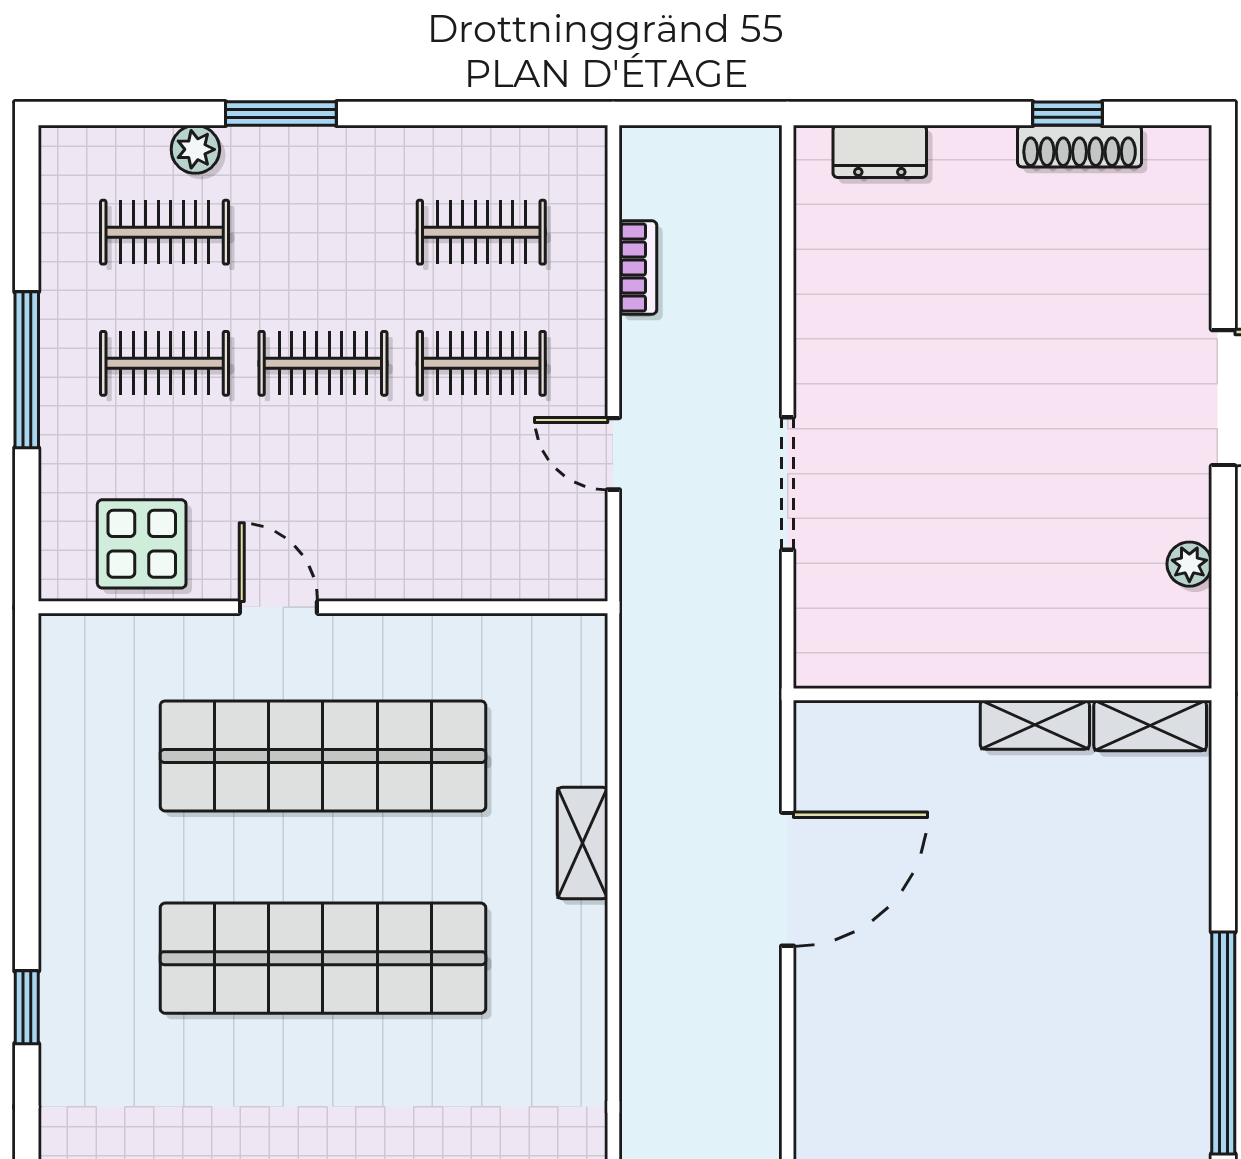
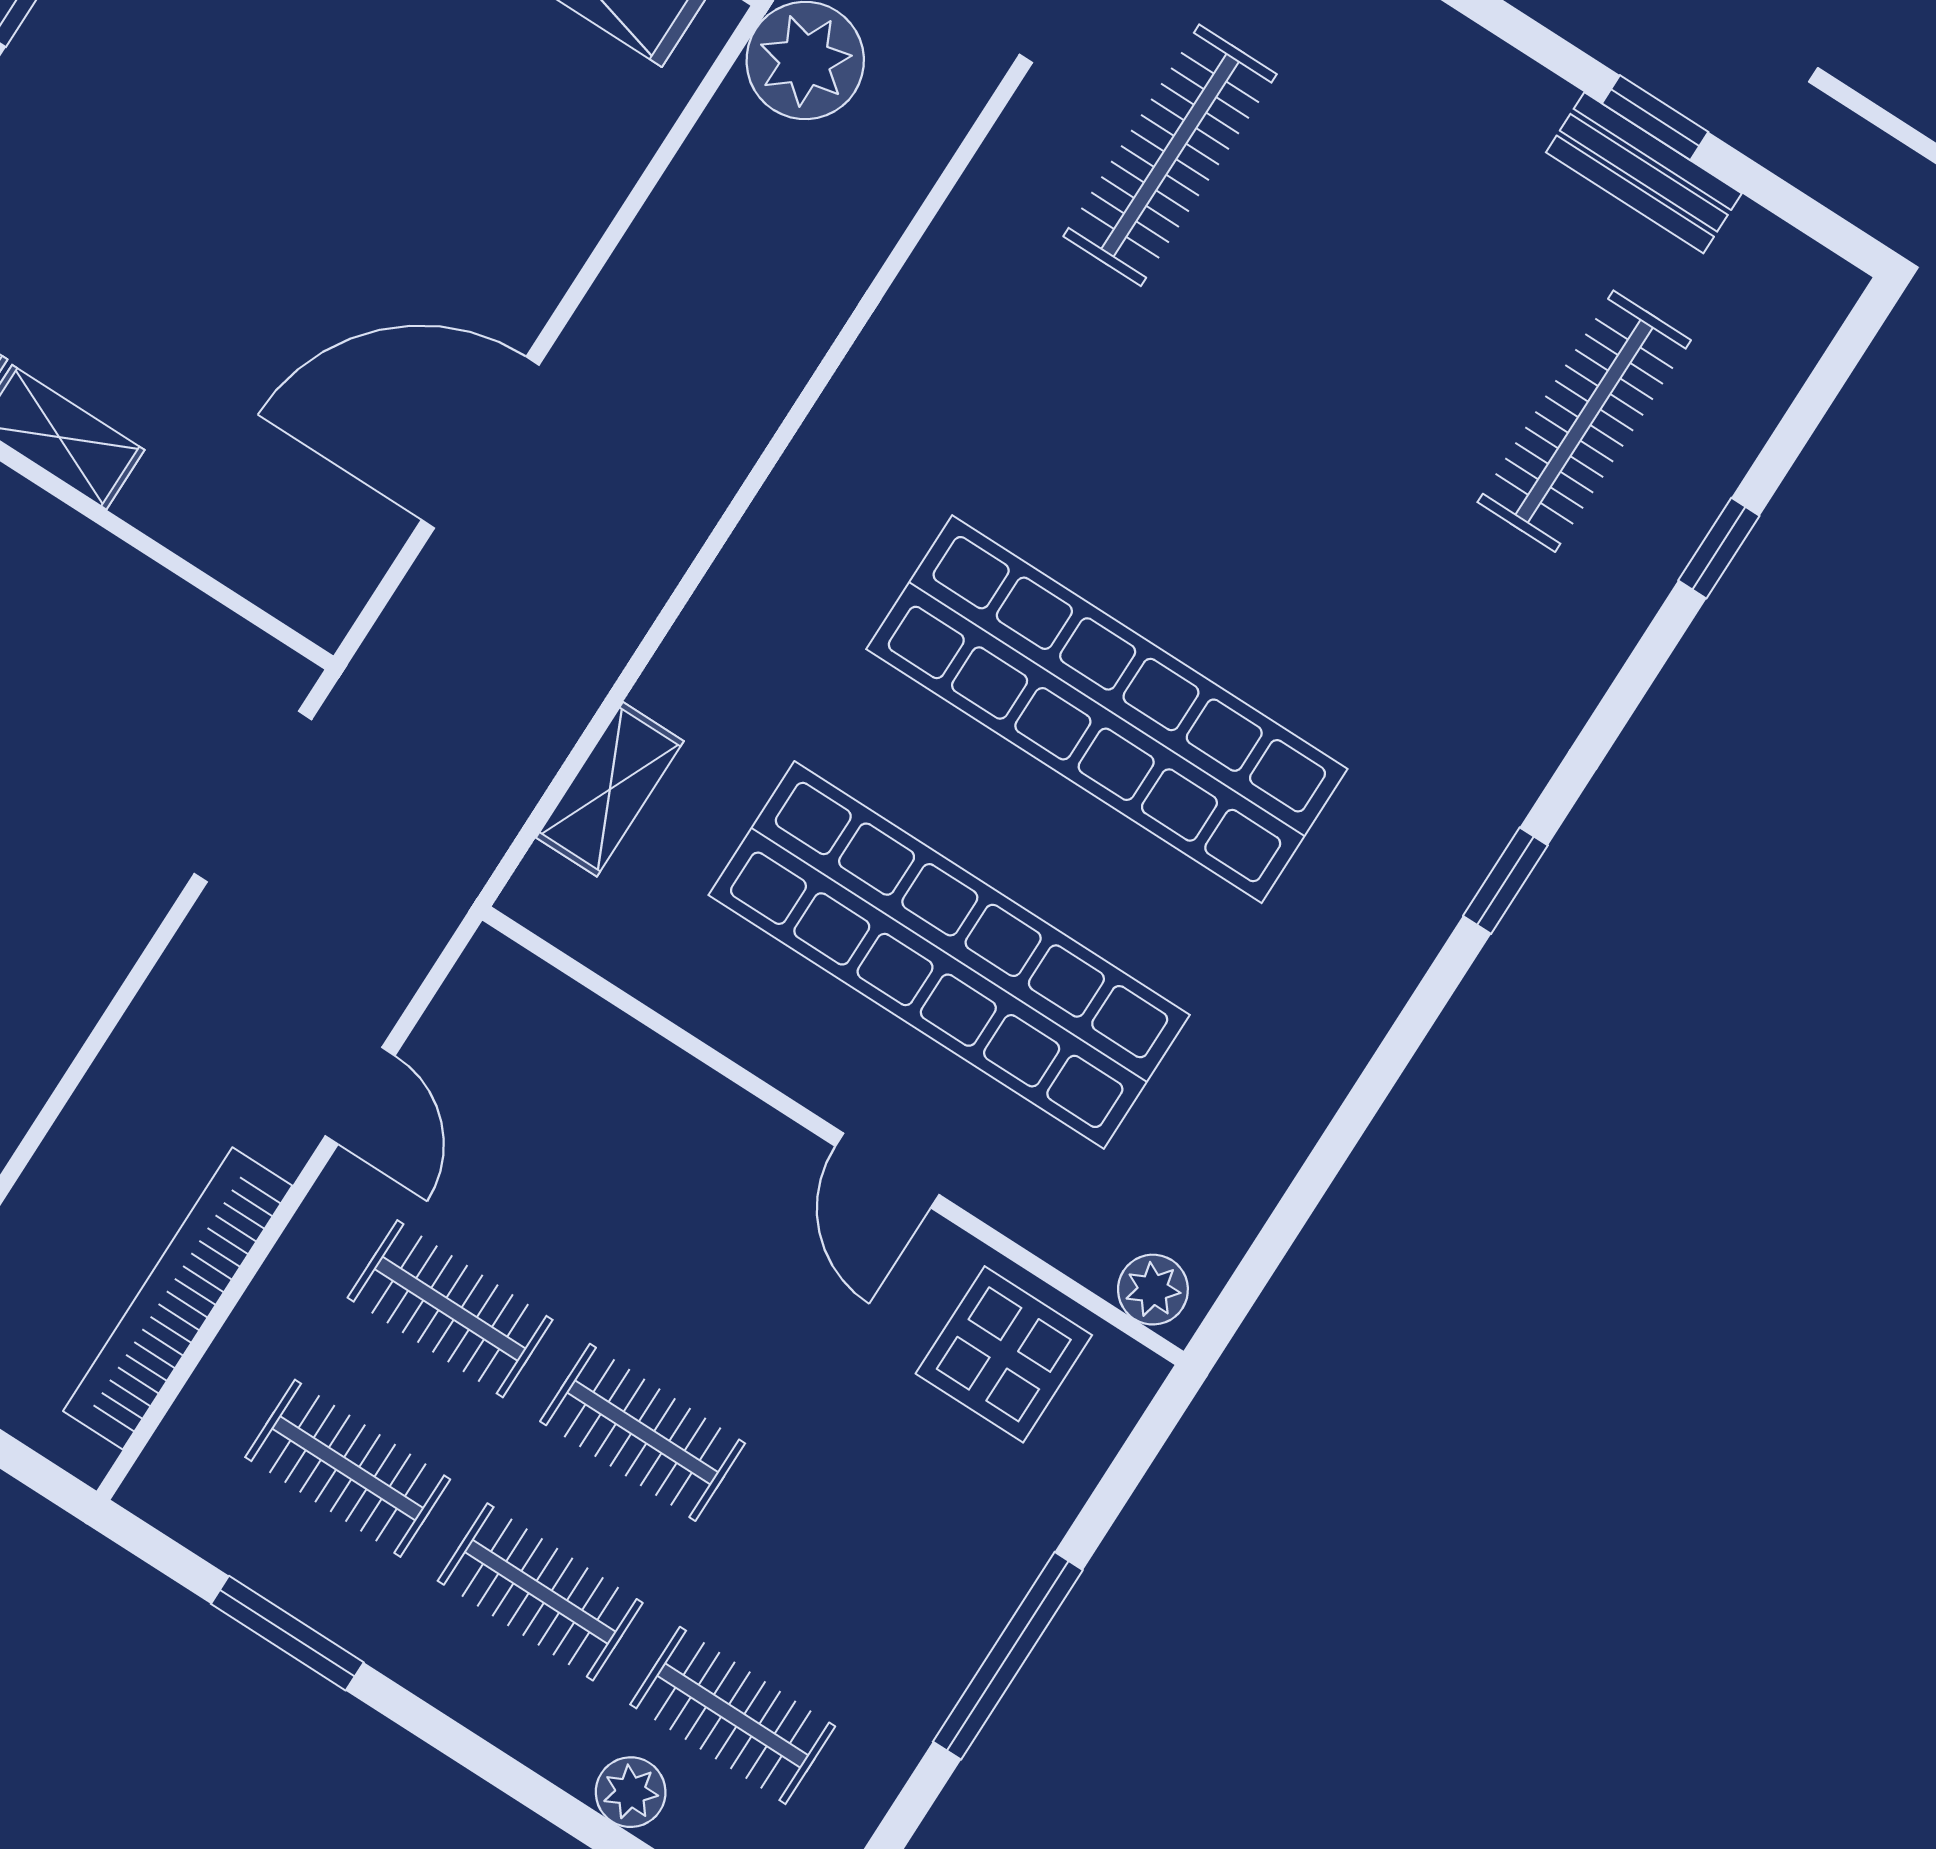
window: (281, 114) -> (287, 1633), moved
bookcase: (638, 267) -> (178, 1298), width x2.31, depth x1.31
clothes rail: (165, 363) -> (540, 1592), moved
doorway: (788, 484) -> (253, 797), moved
plant: (79, 637) -> (1153, 1290), added
shelving: (582, 843) -> (610, 789), moved

